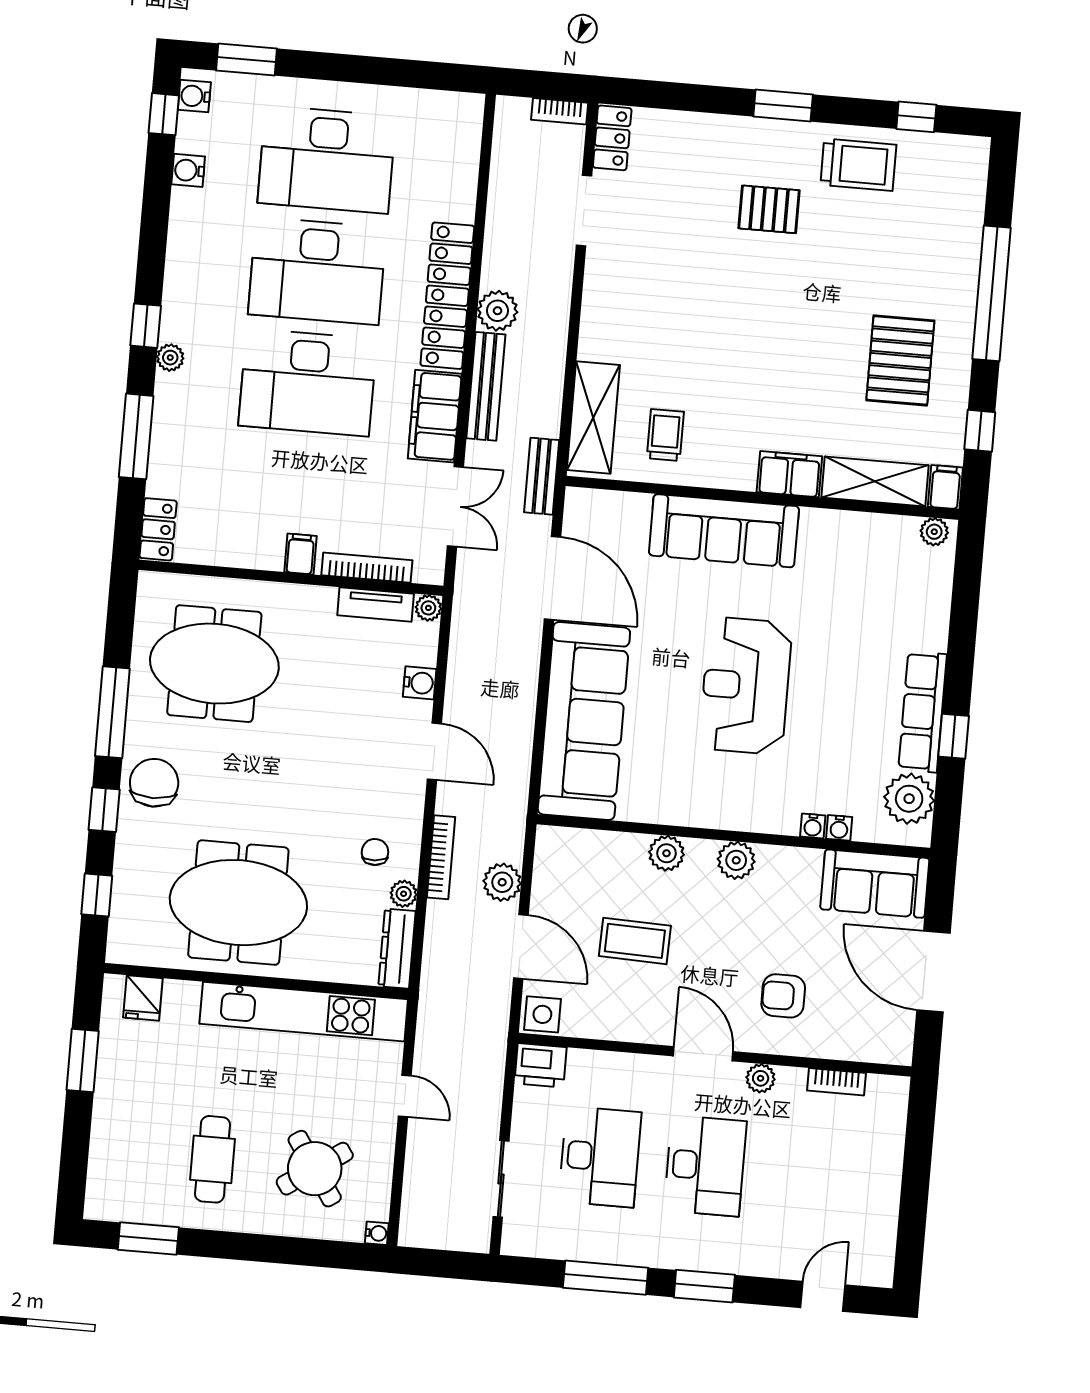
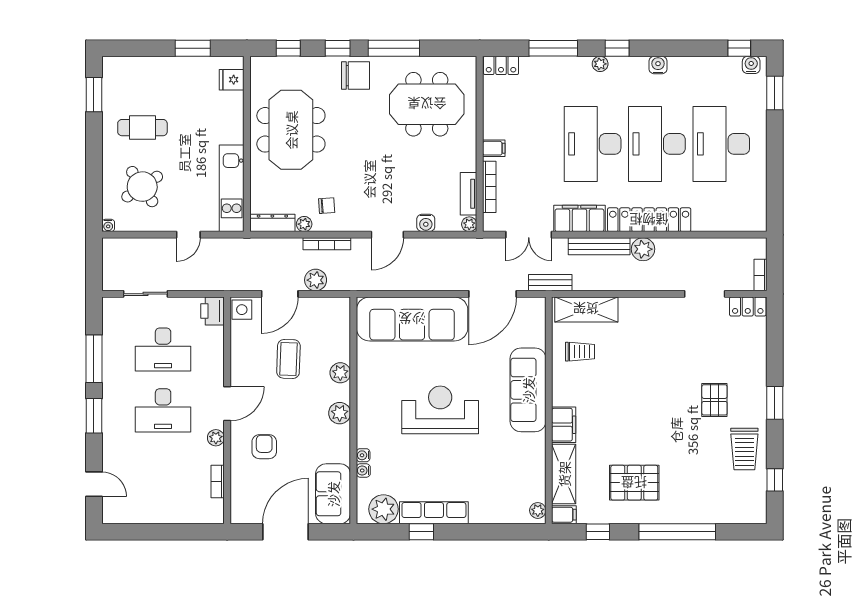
water cooler: (188, 170) -> (658, 65), moved
meeting table: (214, 664) -> (427, 104), turned 90
kitchen unit: (304, 1012) -> (232, 188), width x0.73

